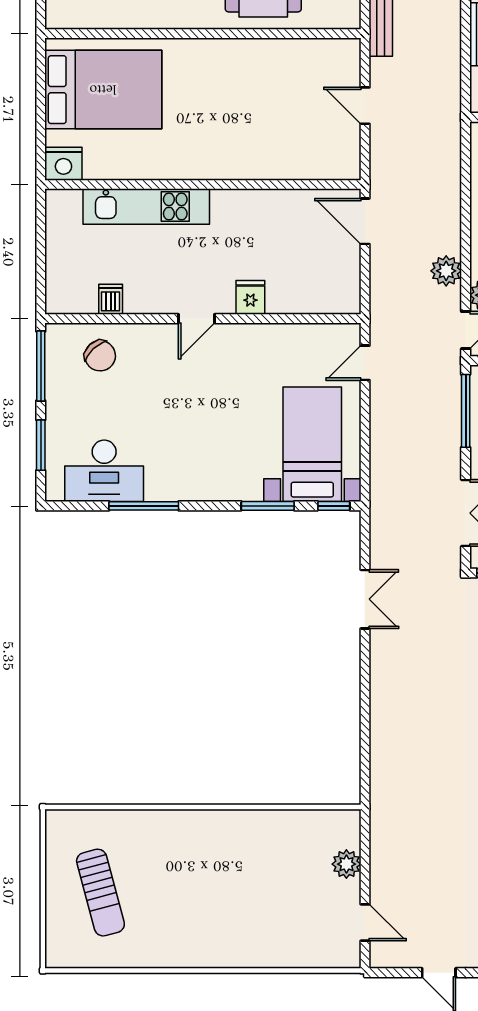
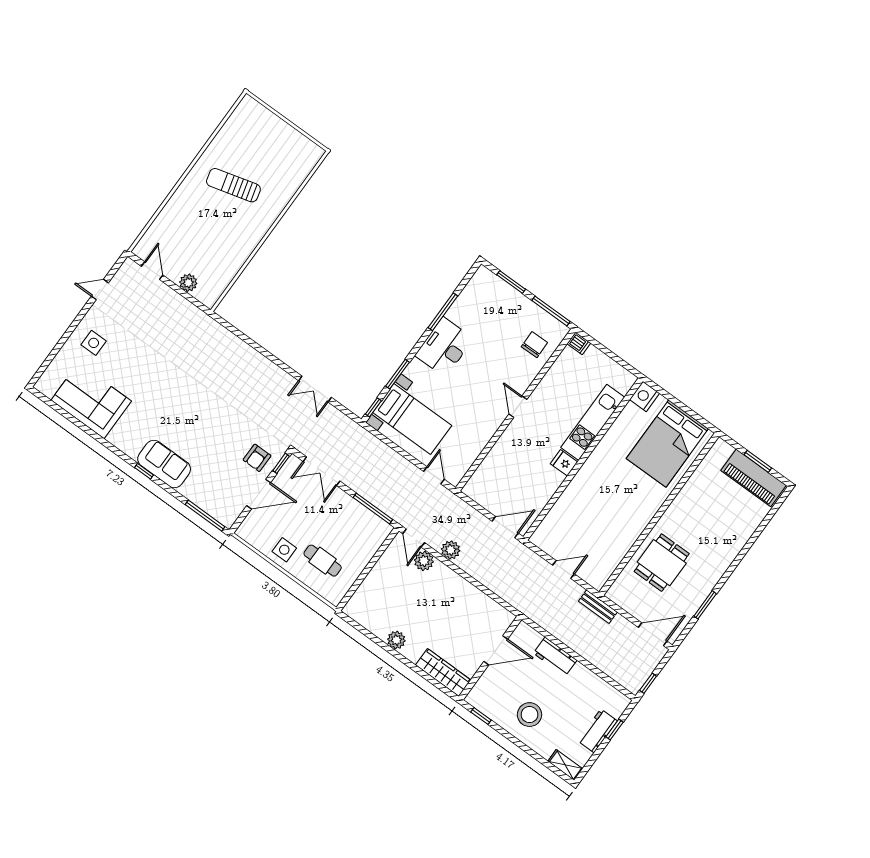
fridge: (250, 297) -> (564, 463), moved, turned 180
dishwasher: (111, 299) -> (579, 343), moved
chair: (100, 356) -> (534, 345), turned 132
desk: (104, 471) -> (444, 347), moved
sun lounger: (100, 893) -> (233, 185), moved
door: (365, 923) -> (152, 271), swing flipped

